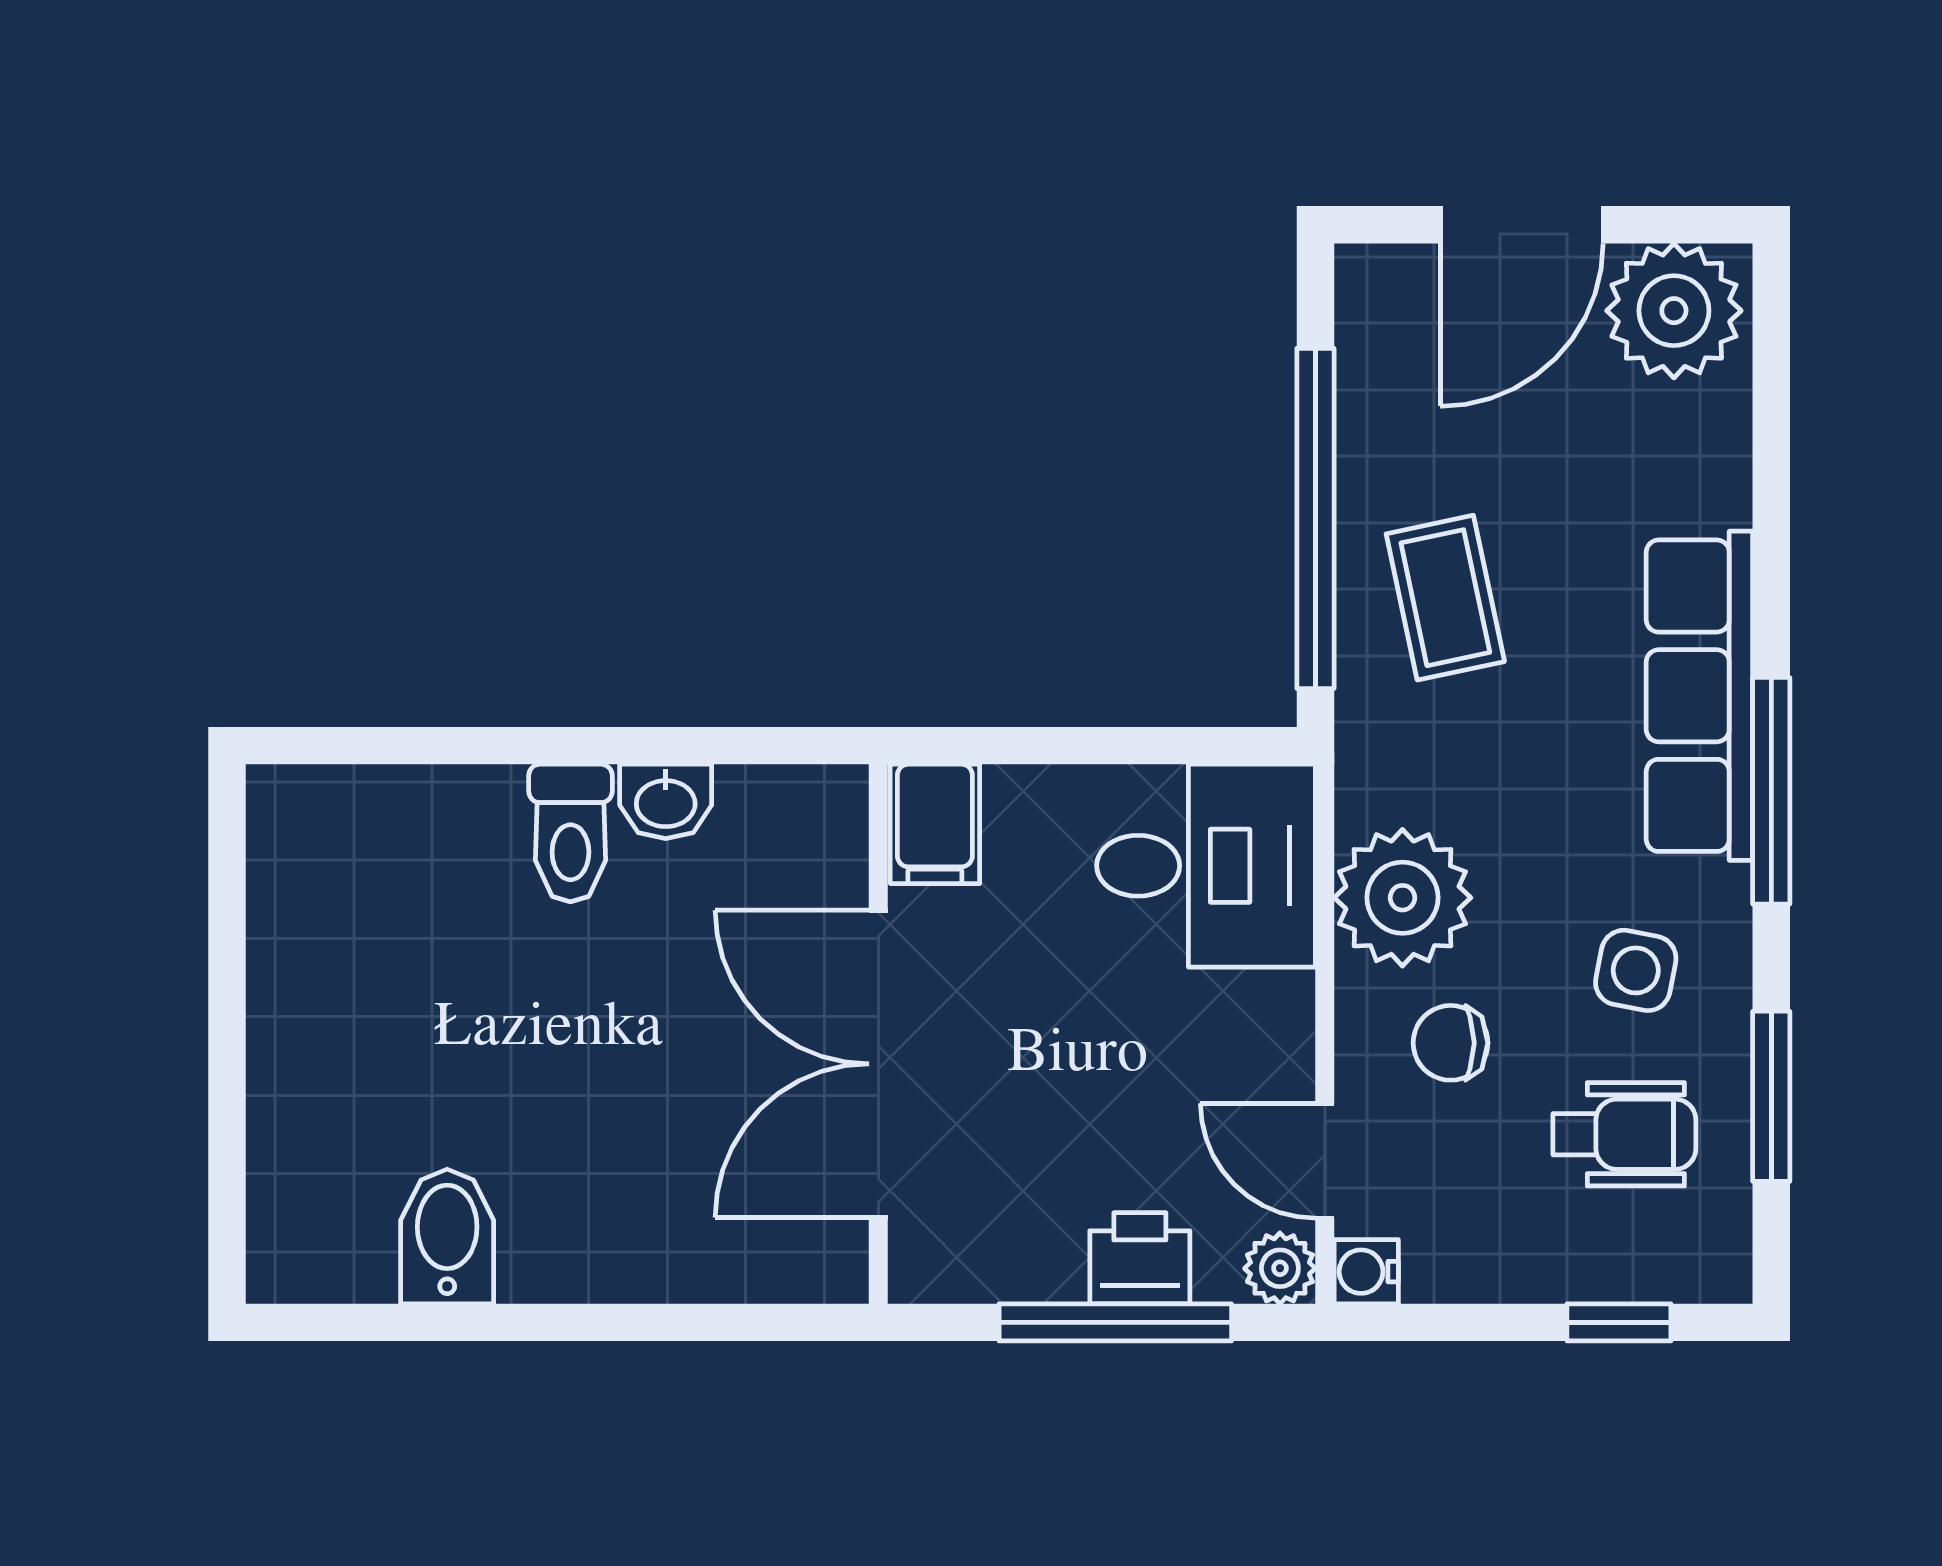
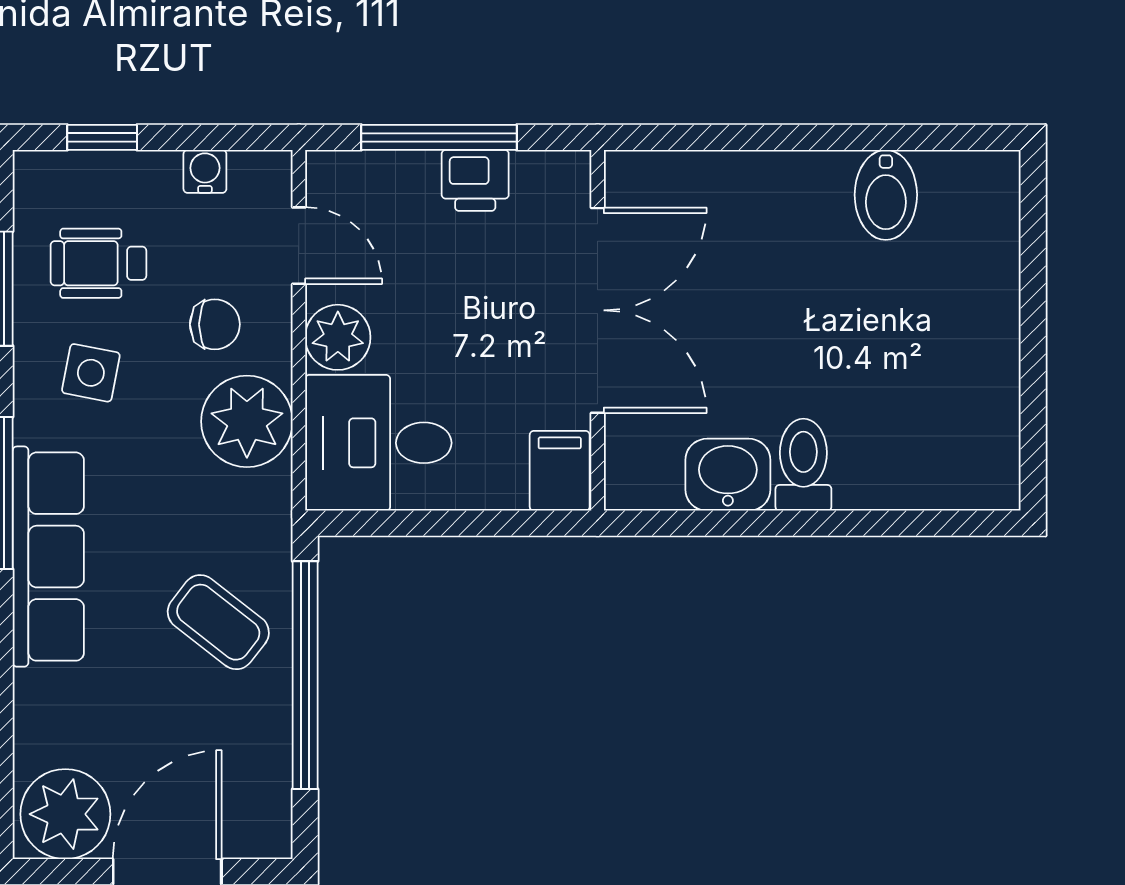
coffee table: (1445, 598) -> (218, 622), turned -40
washbasin: (666, 801) -> (728, 475), width x1.38, depth x1.45
printer: (1140, 1258) -> (475, 180), moved
plant: (1280, 1268) -> (338, 337), moved, width x1.38, depth x1.38
water cooler: (1366, 1272) -> (205, 171), moved, turned -90

